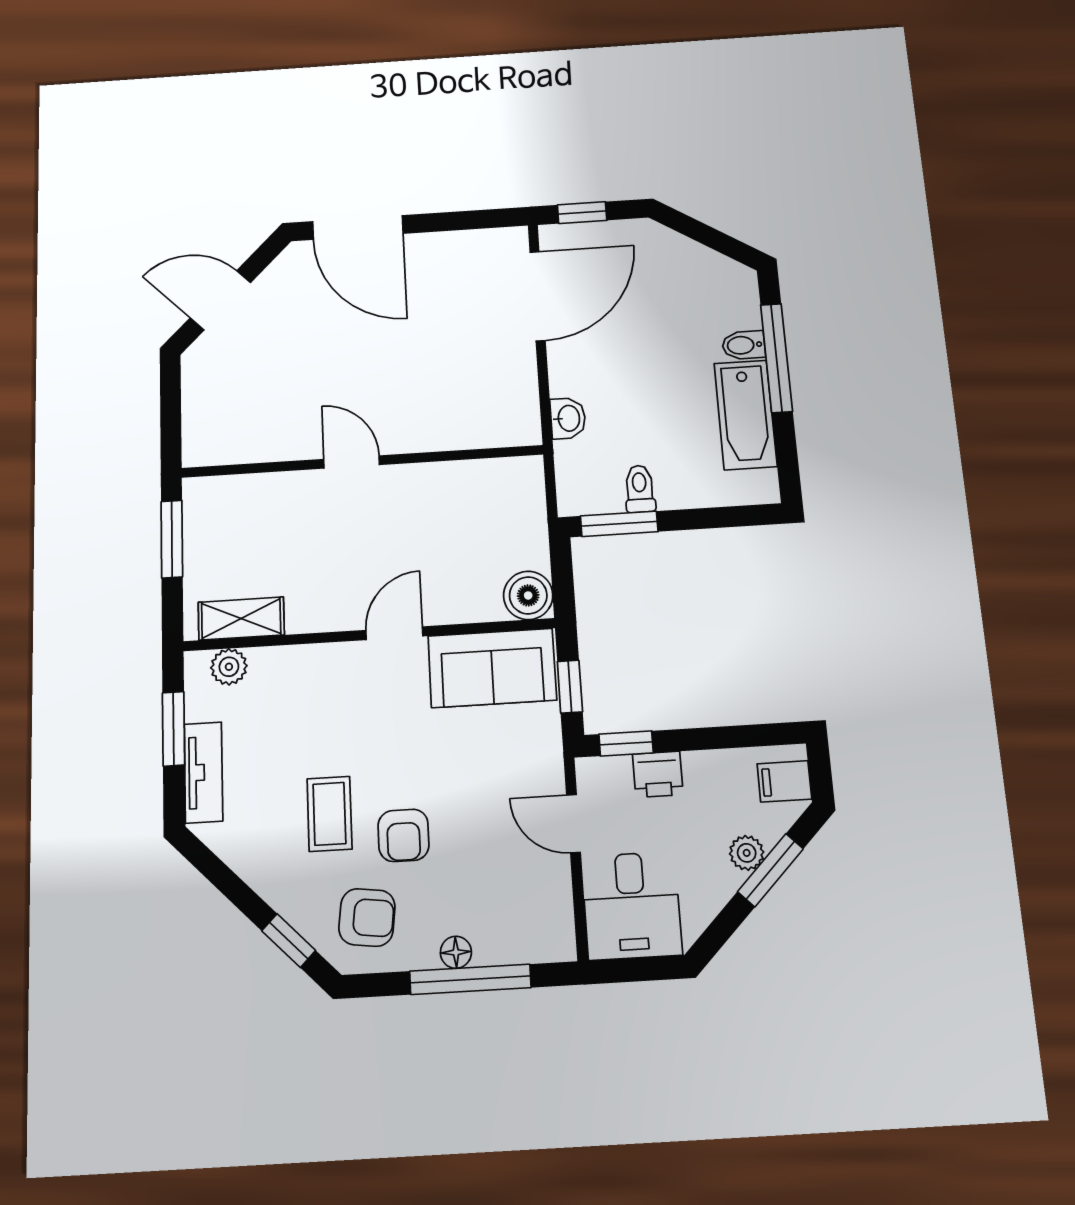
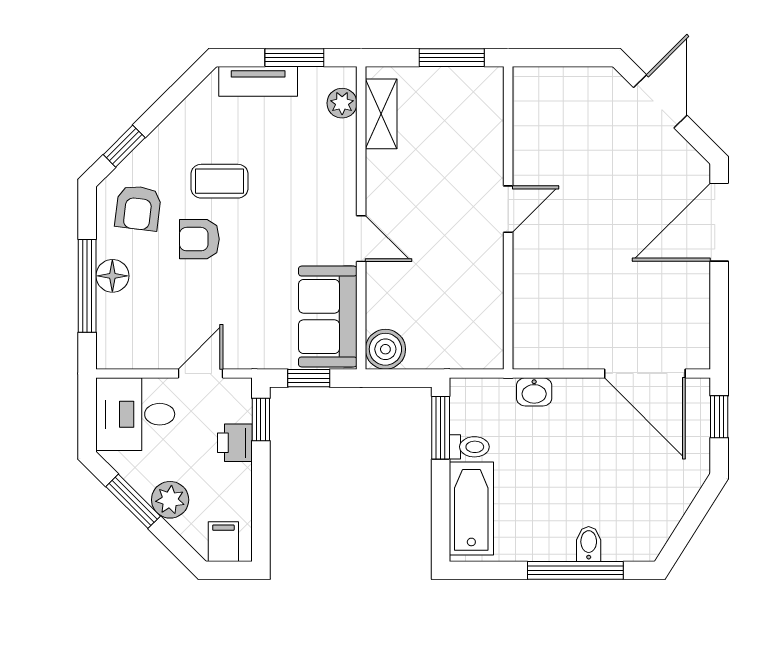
bathtub: (745, 415) -> (471, 508), moved, turned 90
plant: (747, 853) -> (170, 500), width x1.38, depth x1.38
window: (770, 870) -> (133, 501), moved
floor lamp: (456, 952) -> (112, 276), width x1.37, depth x1.37

